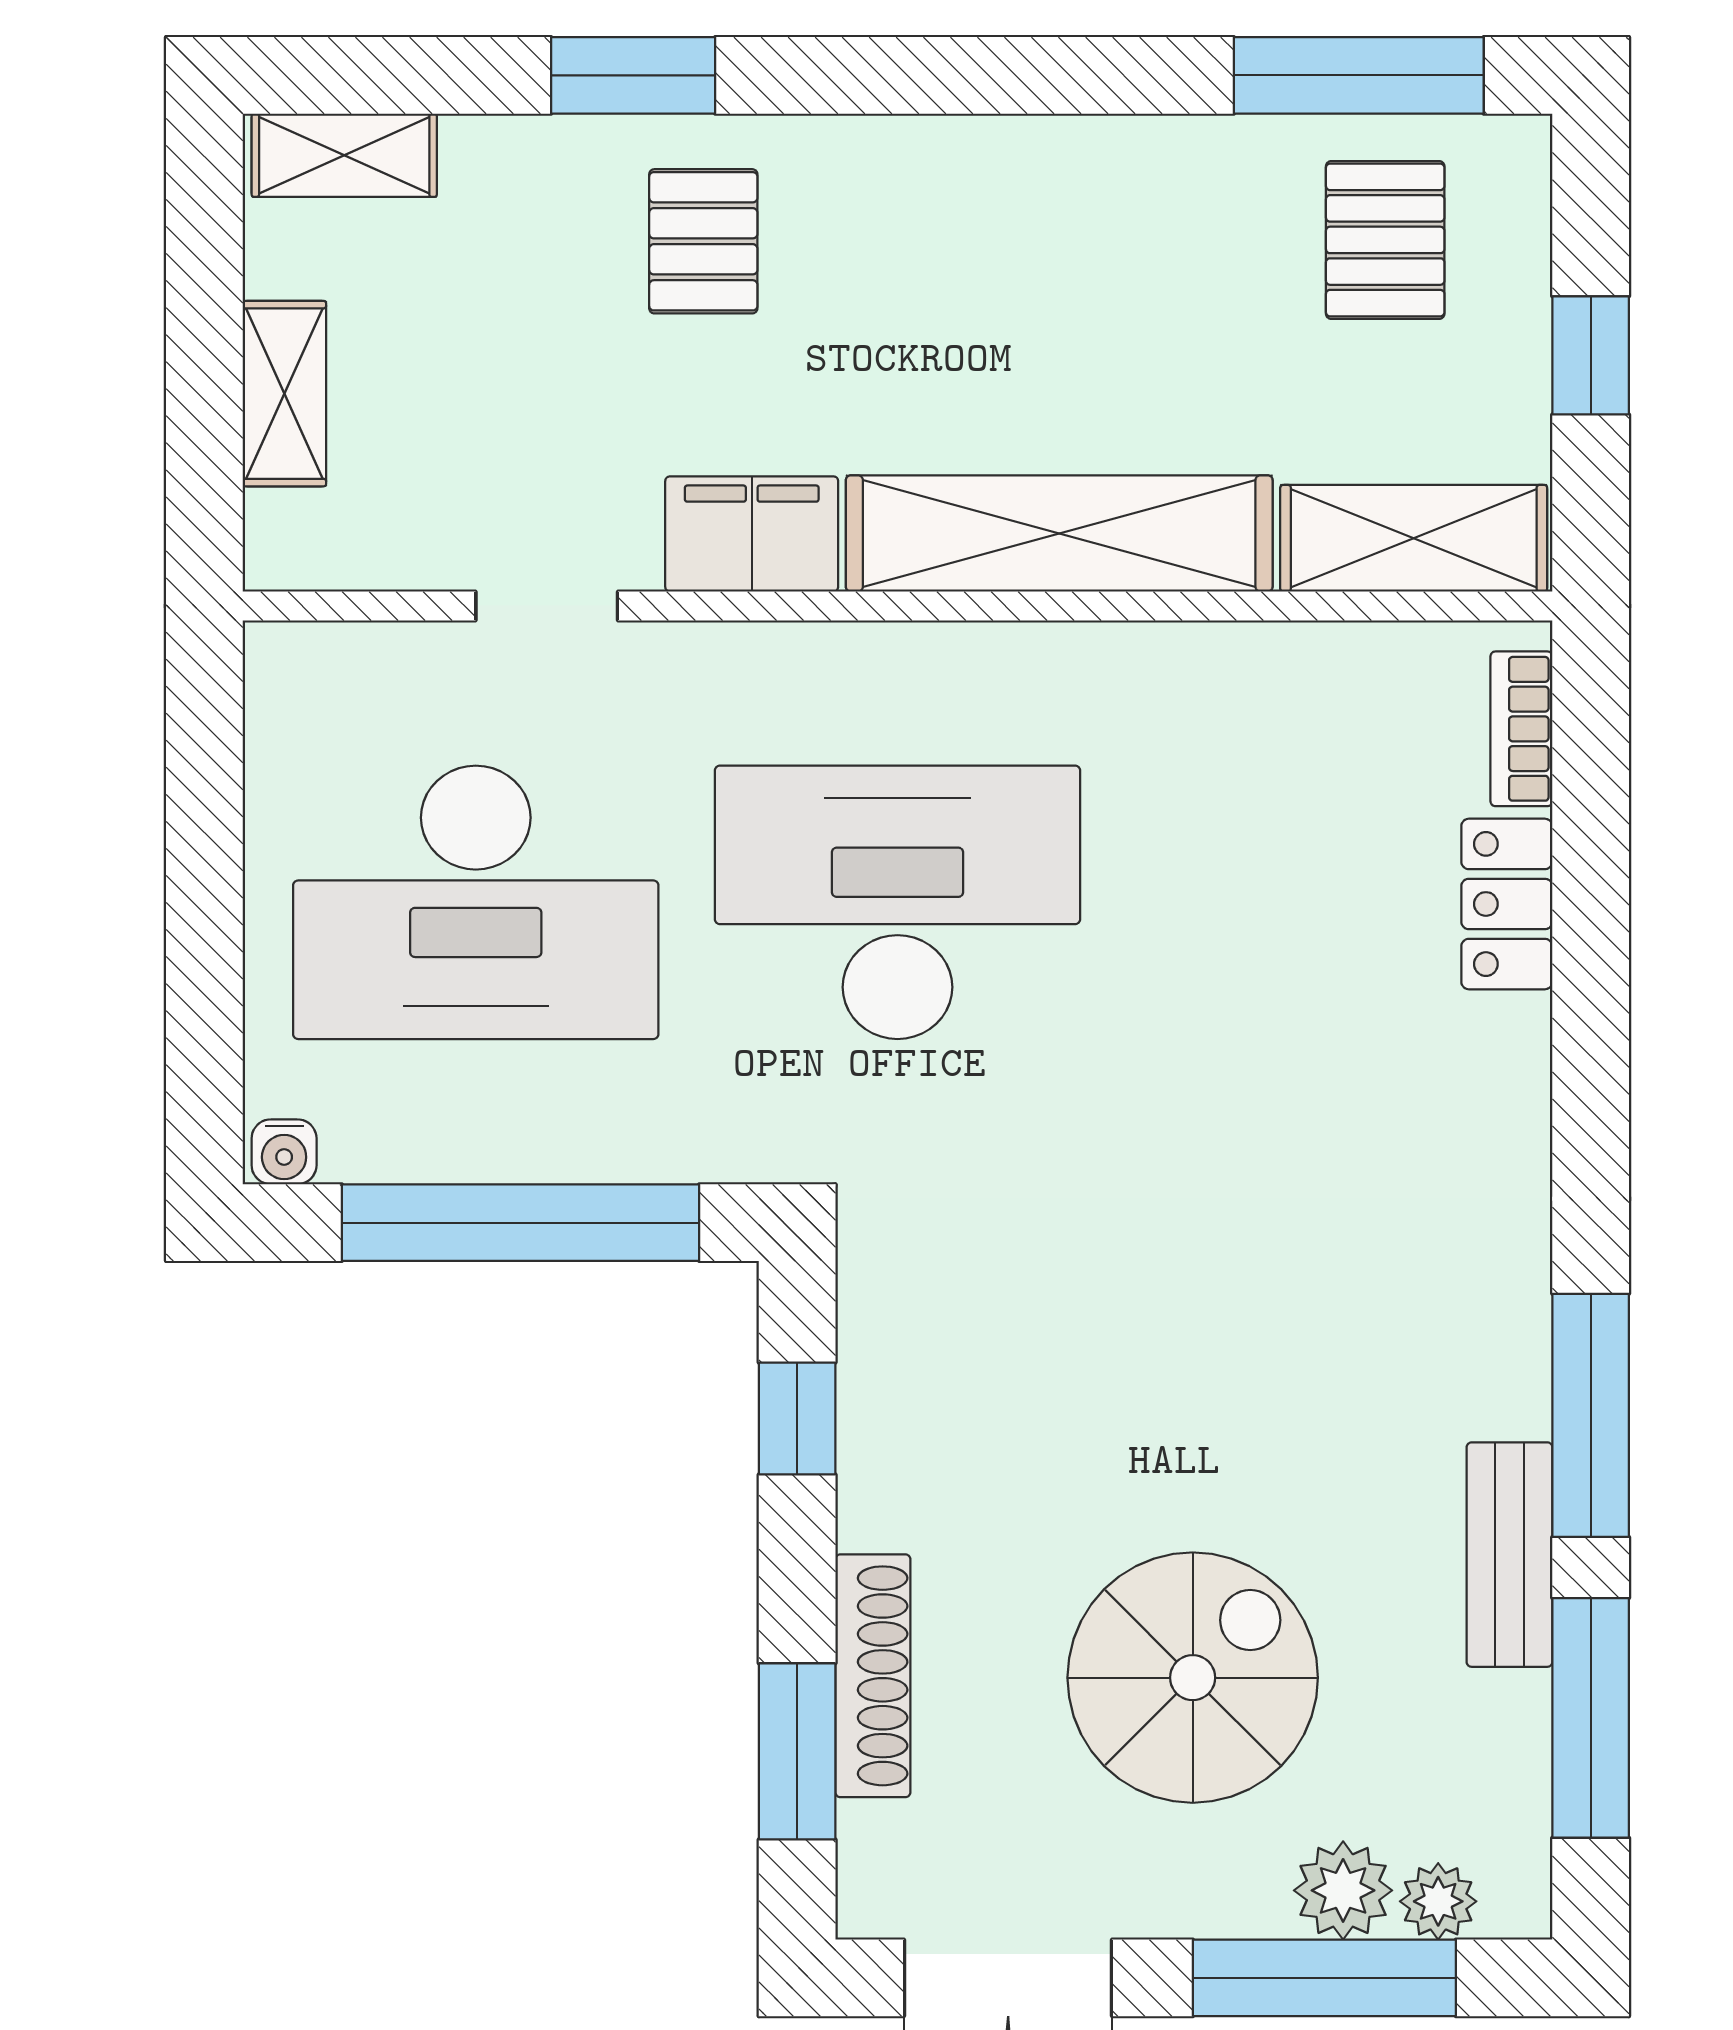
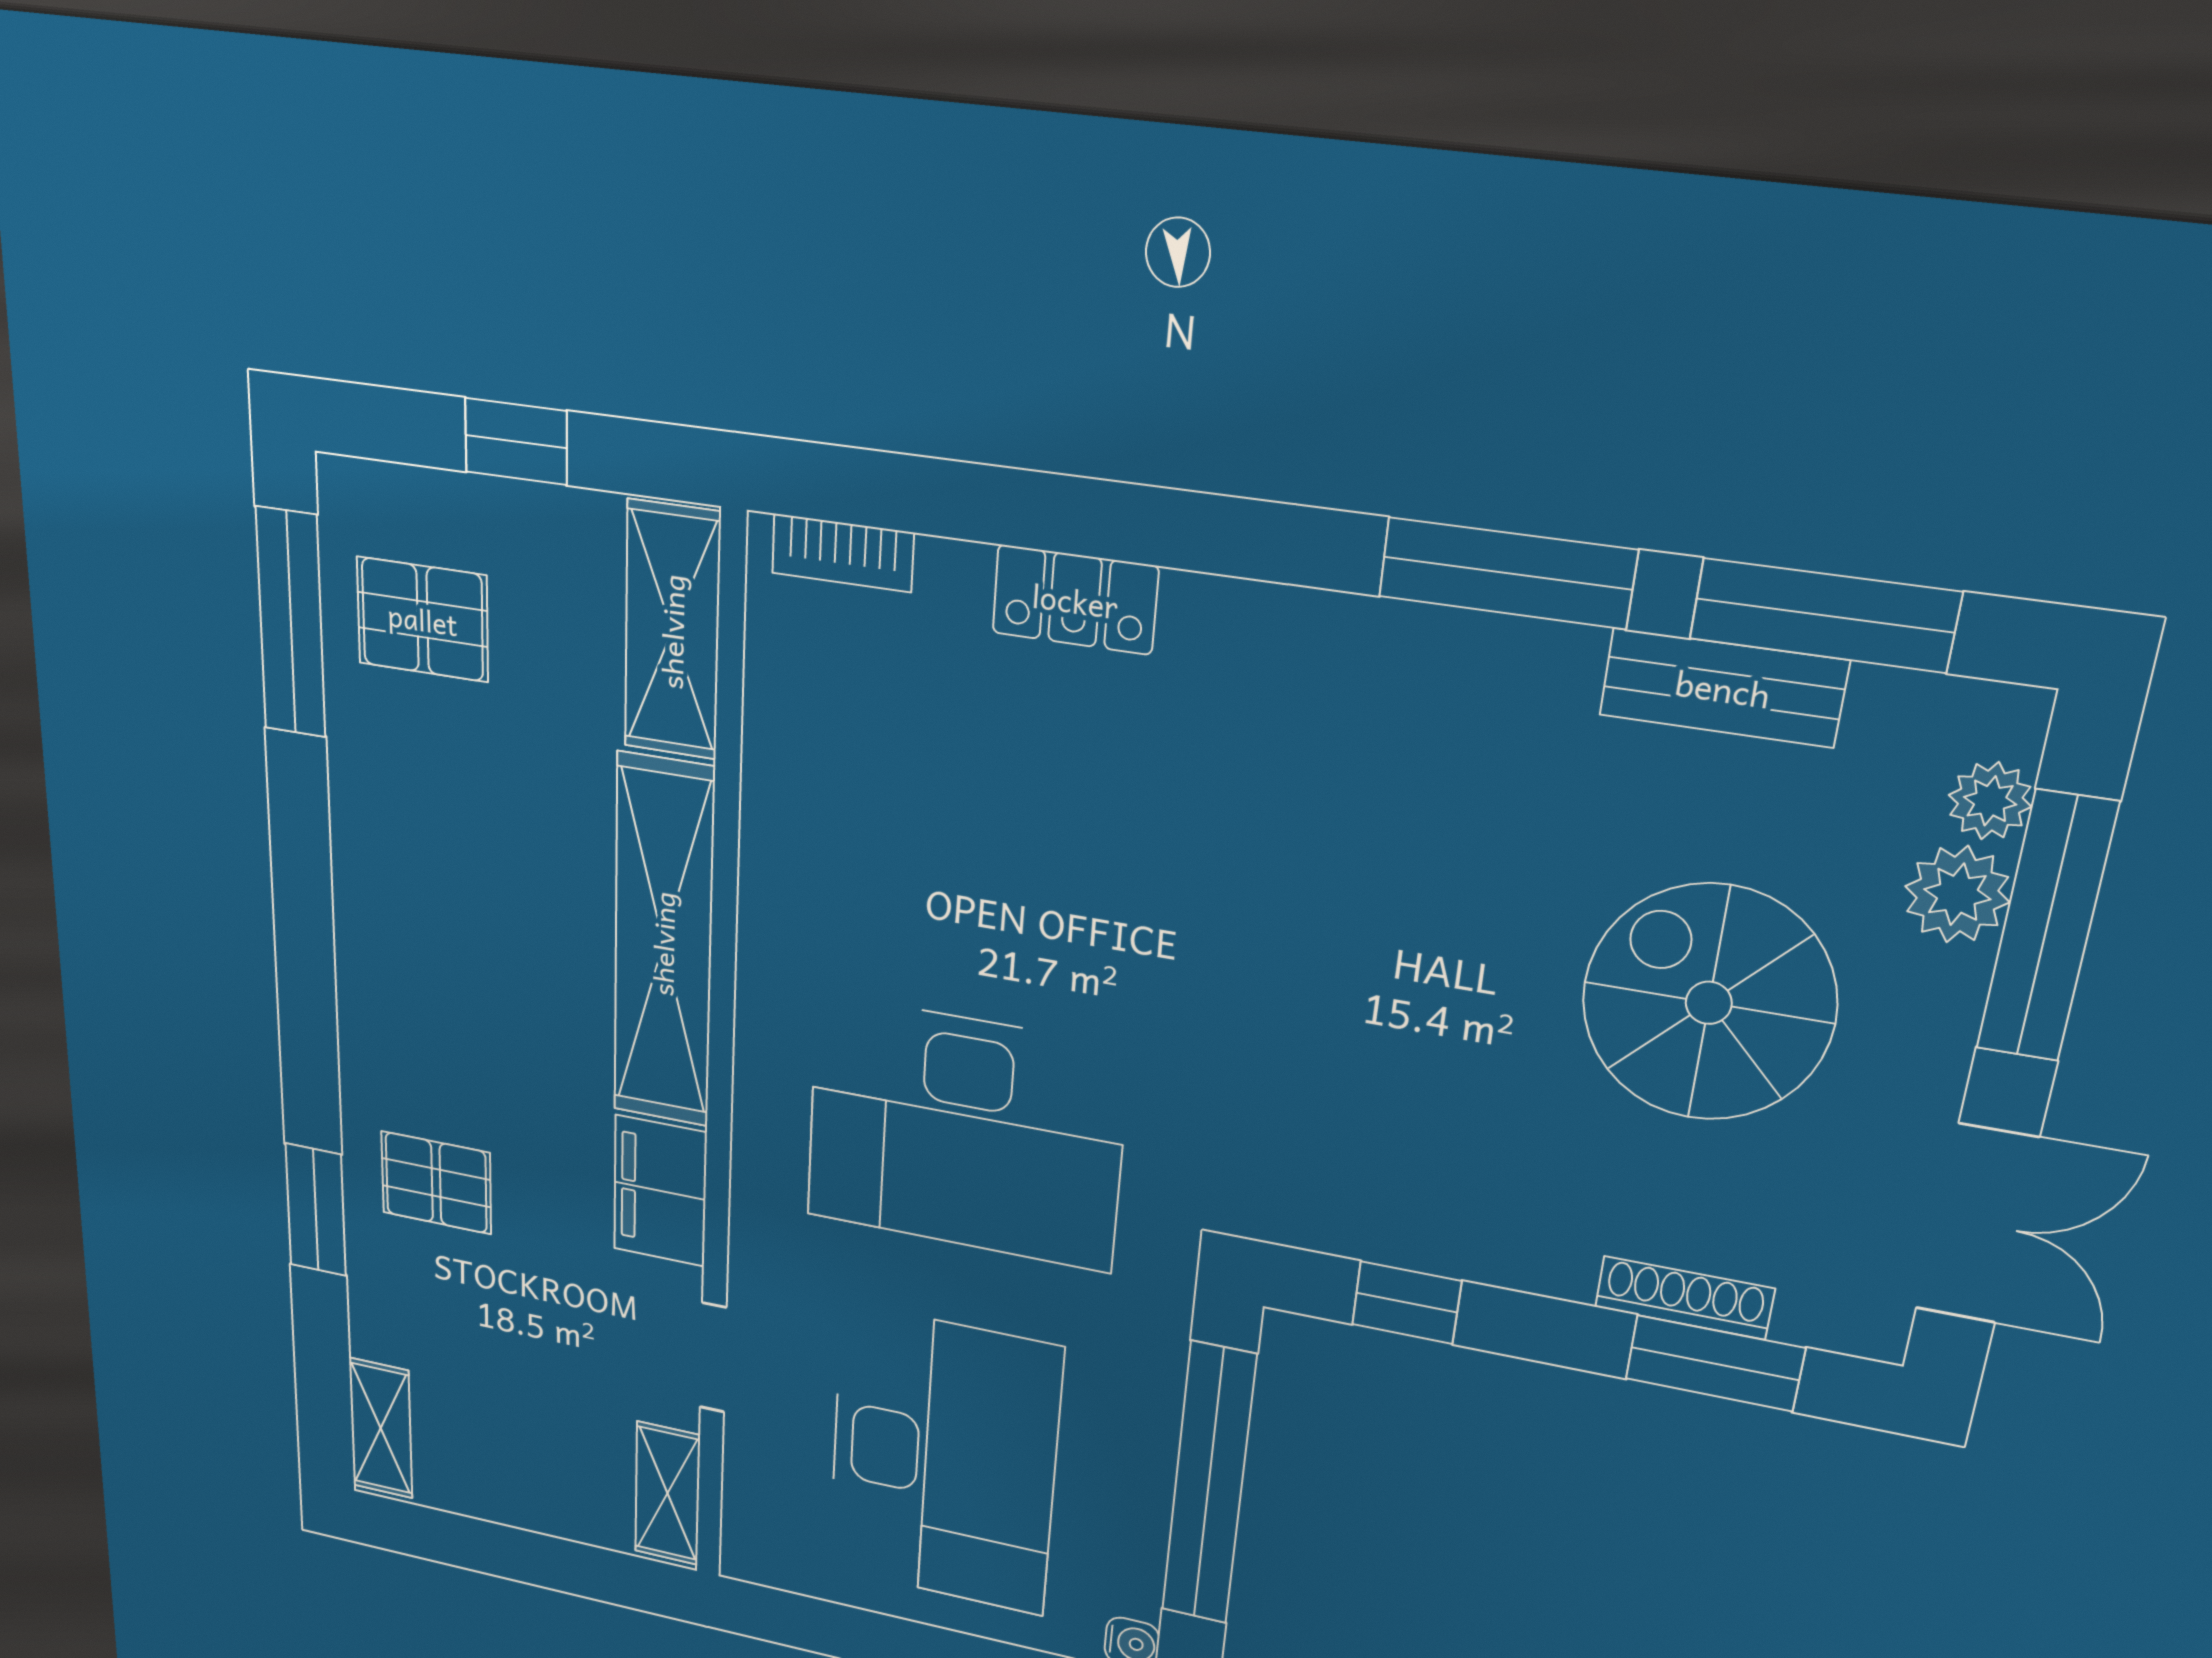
shelving: (284, 394) -> (668, 1493), moved, turned 90
desk: (898, 902) -> (965, 1133), turned -90
locker: (1507, 904) -> (1075, 600), moved
bench: (1510, 1555) -> (1723, 688), moved
shoe rack: (873, 1676) -> (1684, 1298), width x0.74, depth x0.81

